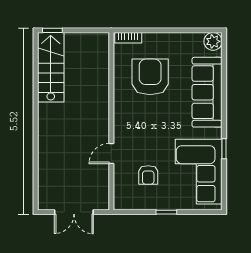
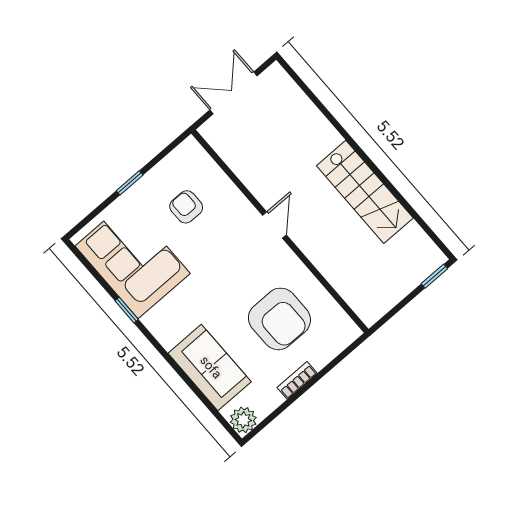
bookcase: (128, 38) -> (297, 380), moved
stairs: (51, 67) -> (365, 192), moved
sofa: (207, 92) -> (210, 368), width x0.73
door: (111, 154) -> (275, 225), moved

